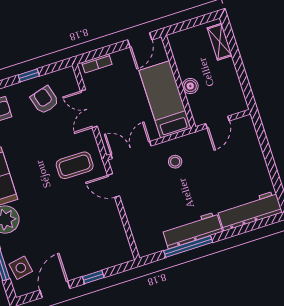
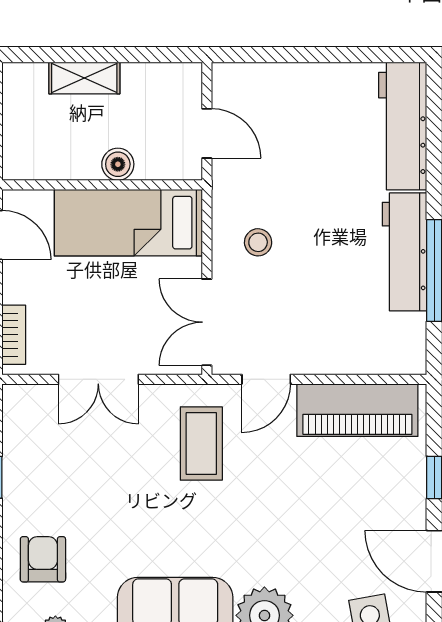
shelving: (220, 42) -> (84, 78), moved
armchair: (45, 100) -> (53, 461), removed
piano: (113, 232) -> (357, 410), added

